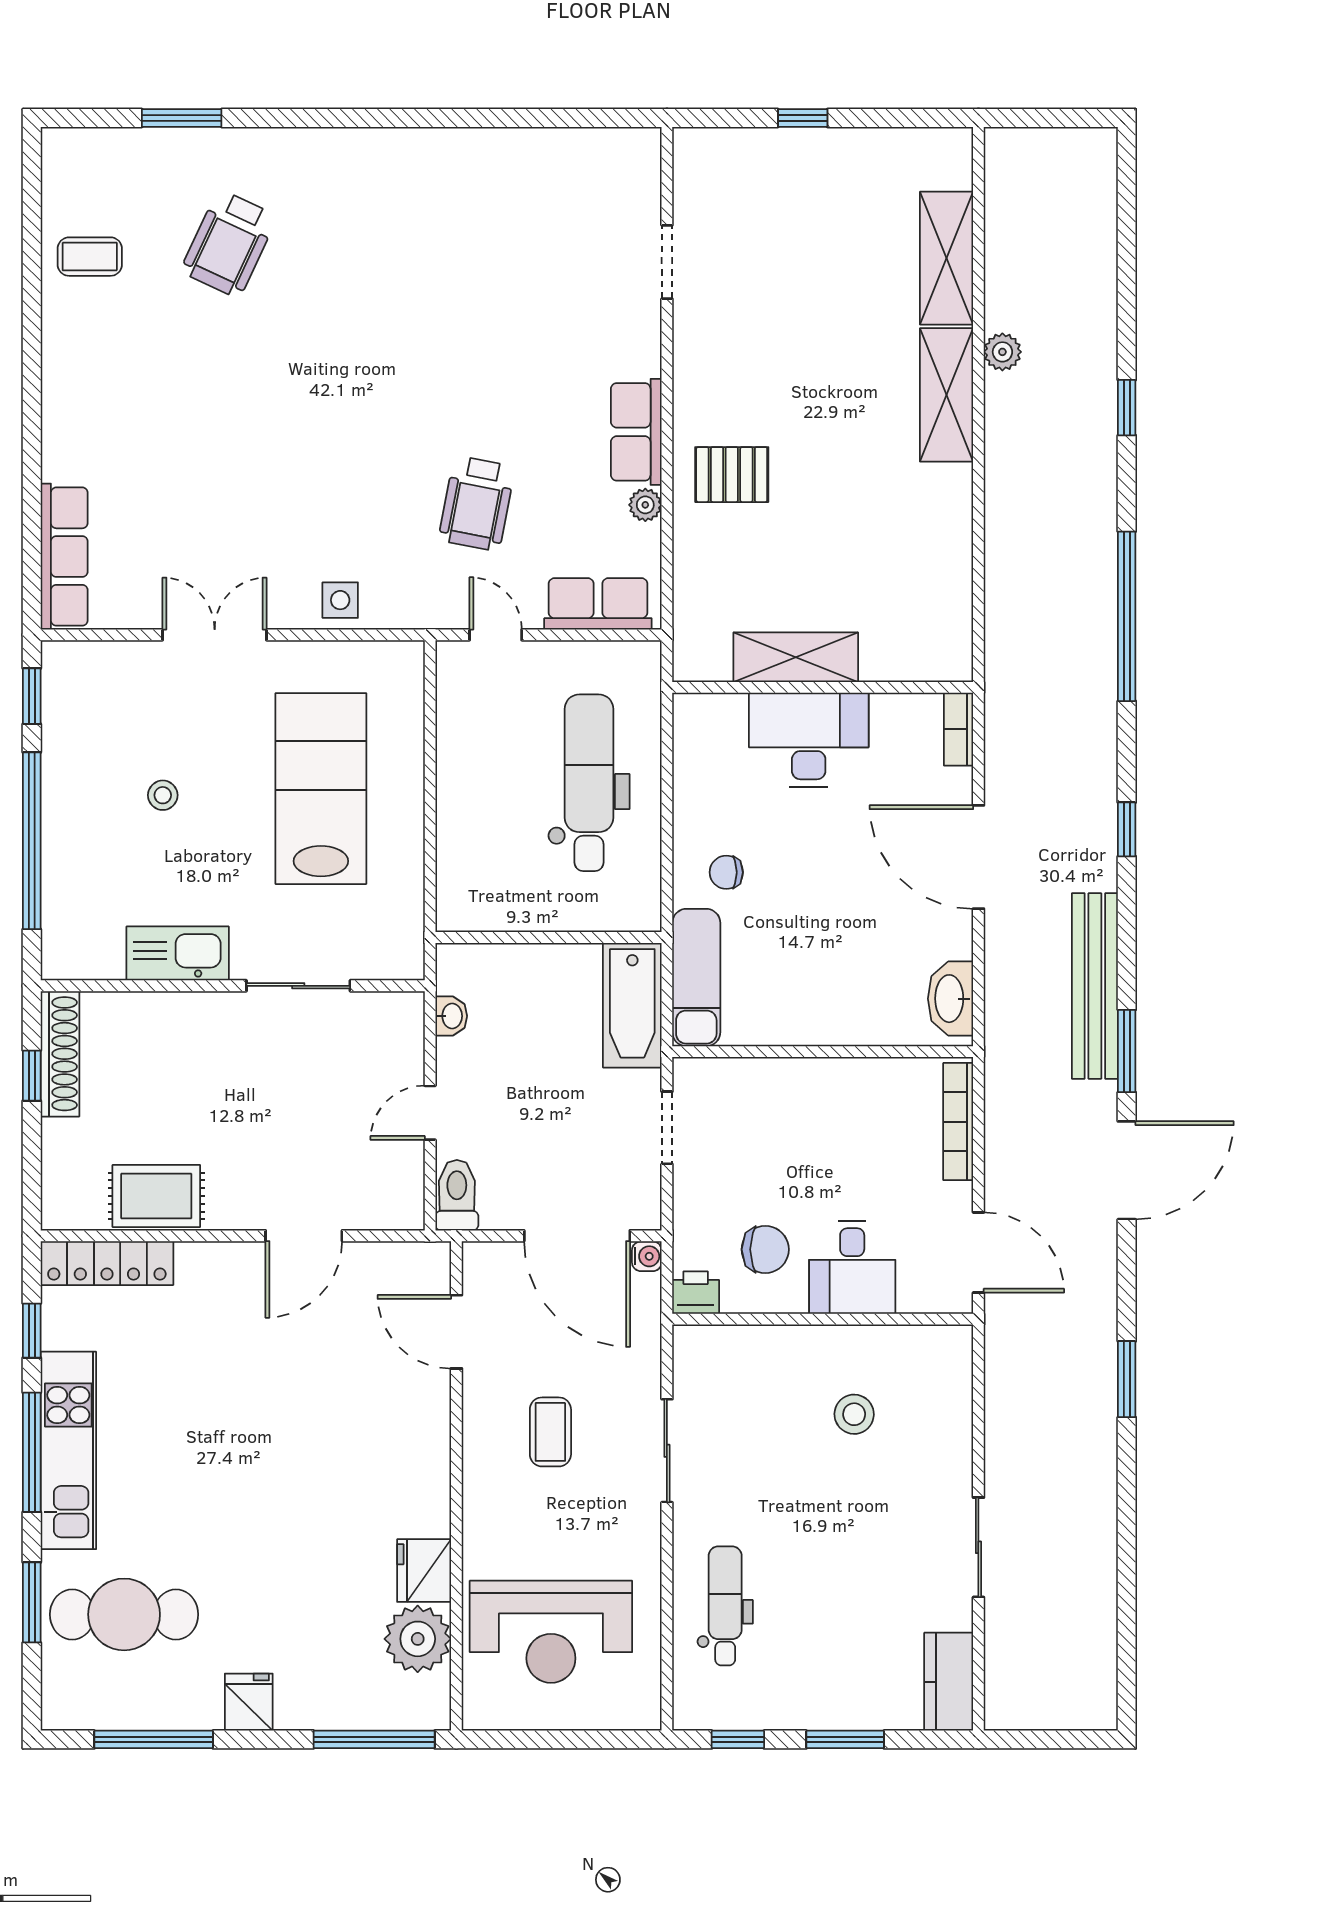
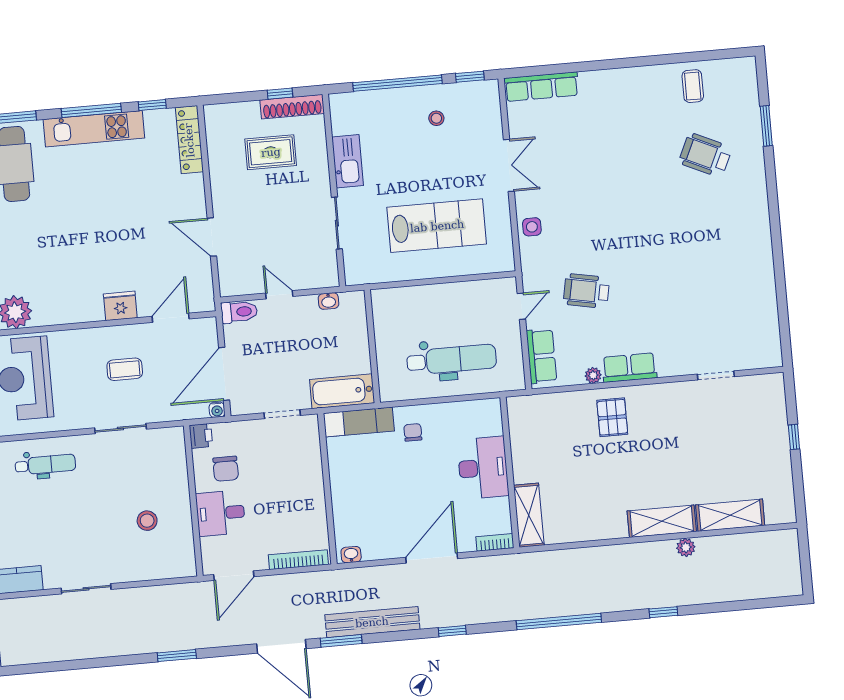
shelving: (796, 657) -> (529, 515), moved
stool: (163, 795) -> (436, 118), moved
washbasin: (950, 999) -> (351, 555), width x0.52, depth x0.69
rug: (156, 1196) -> (271, 152), moved, turned 90
fridge: (424, 1571) -> (120, 306), moved

